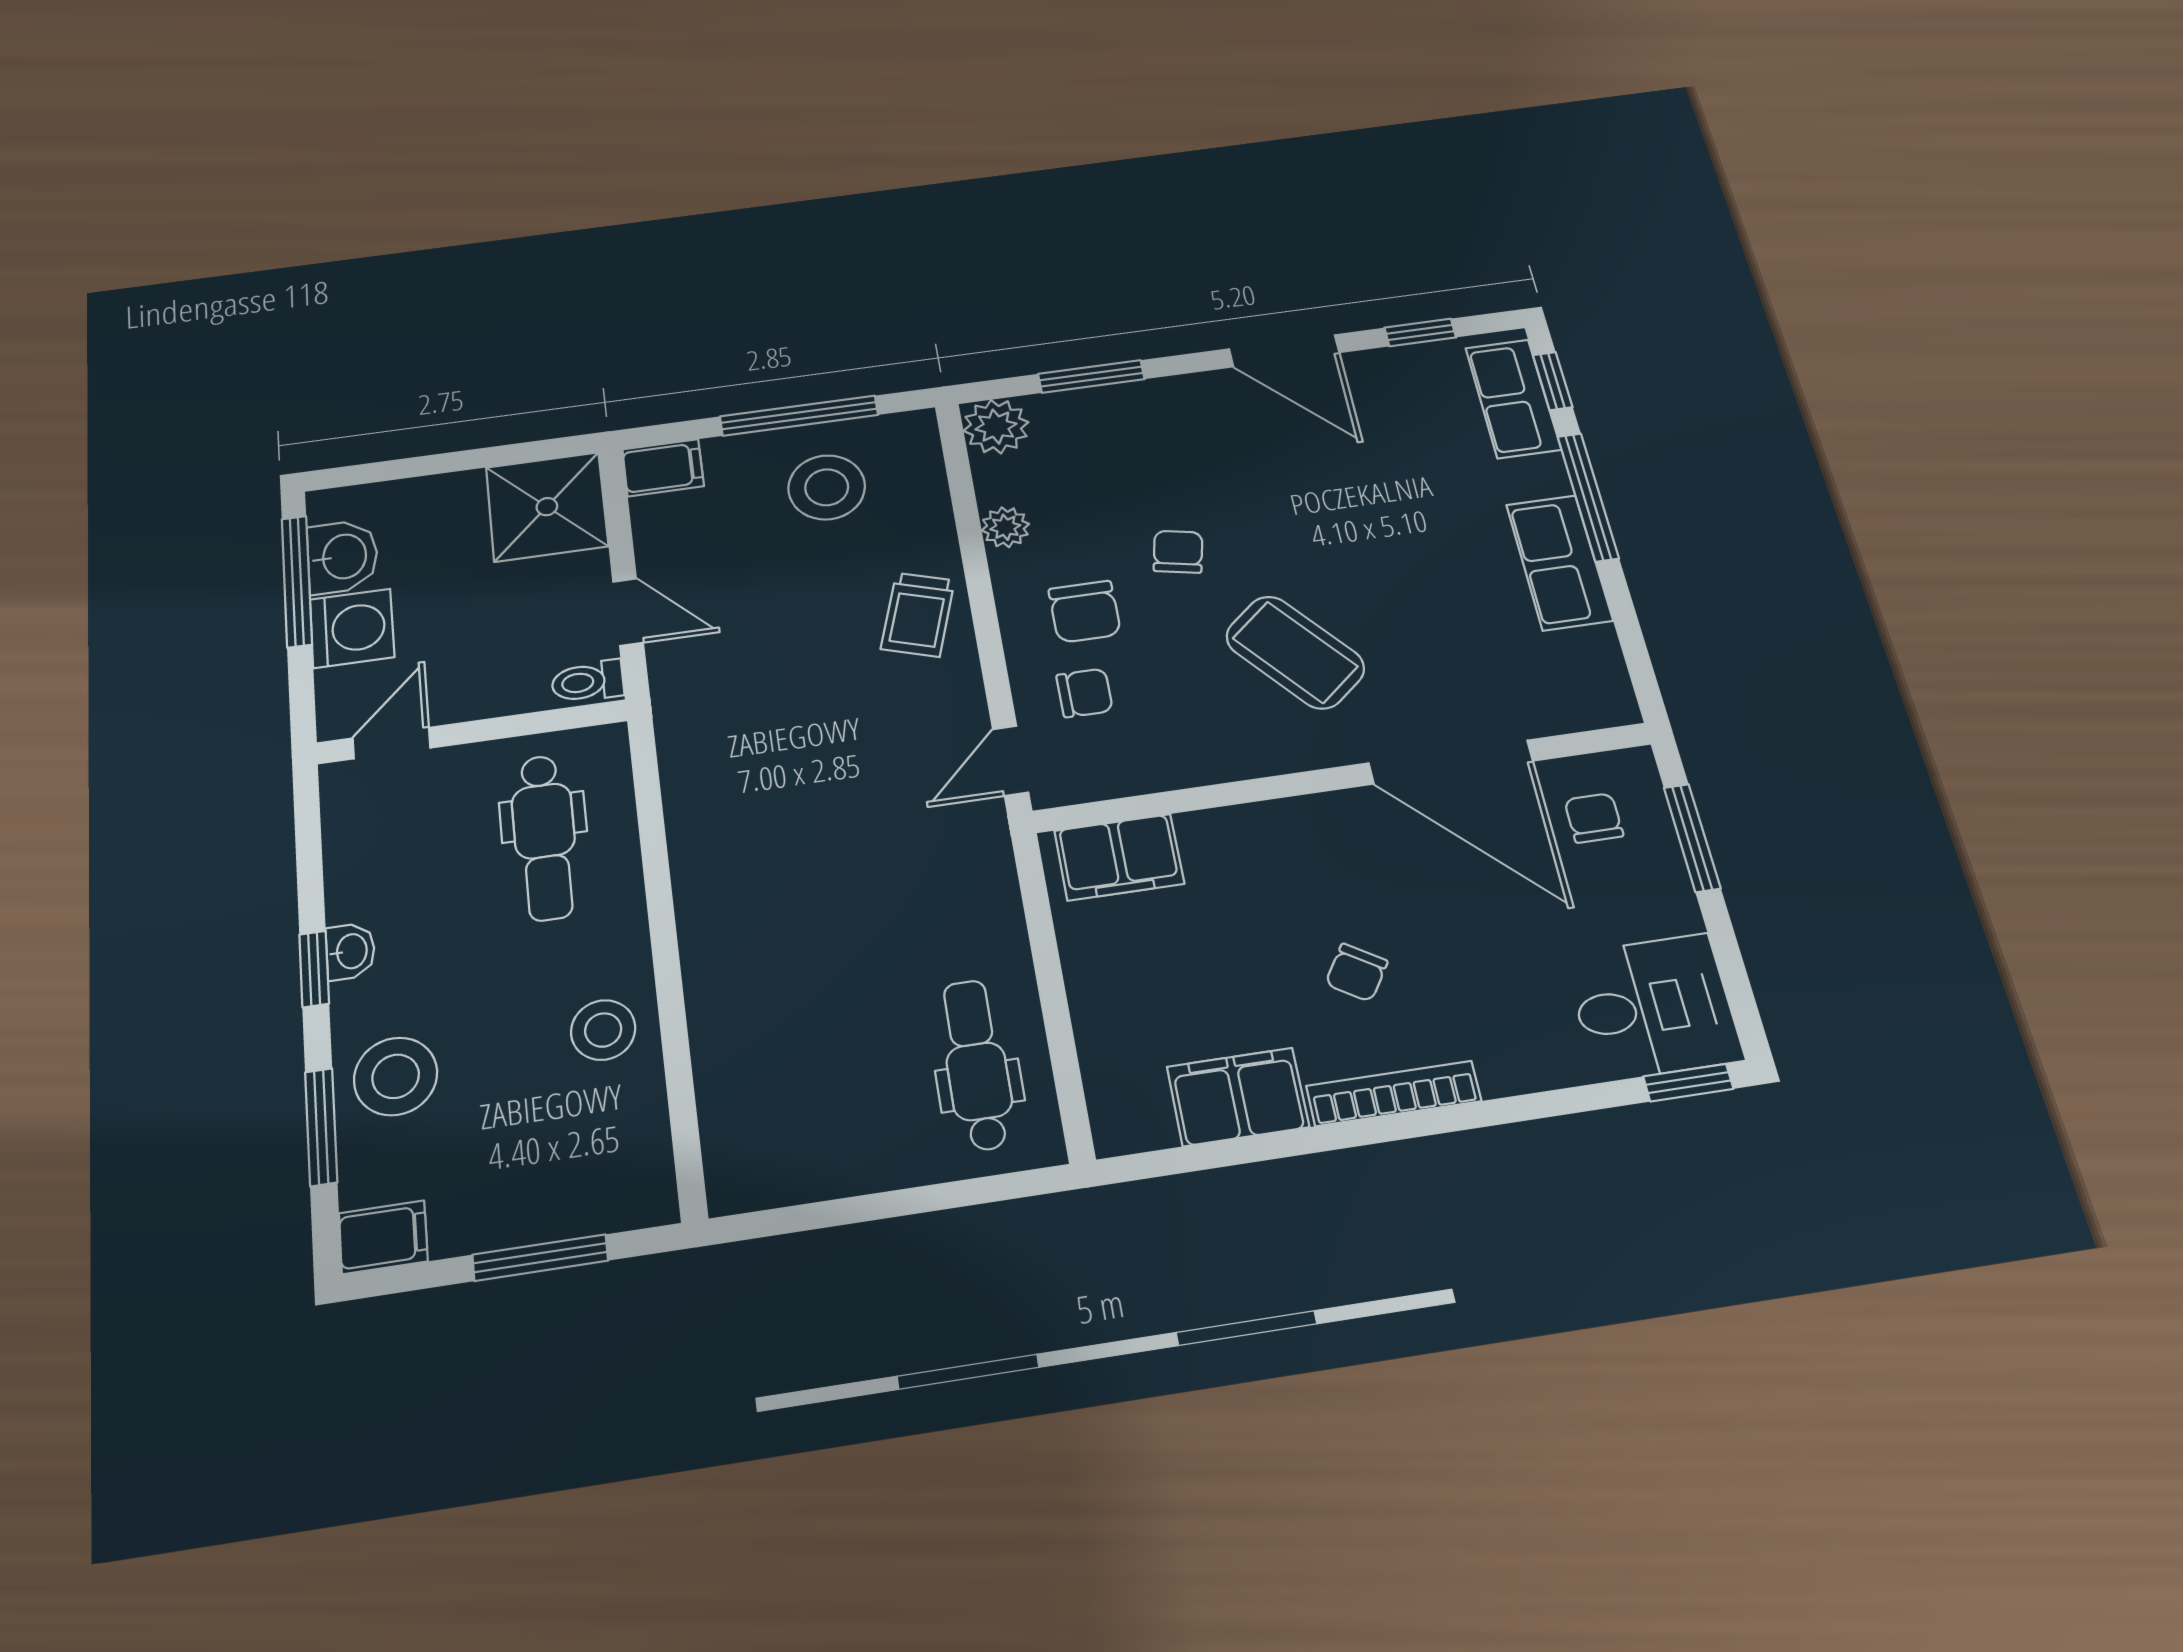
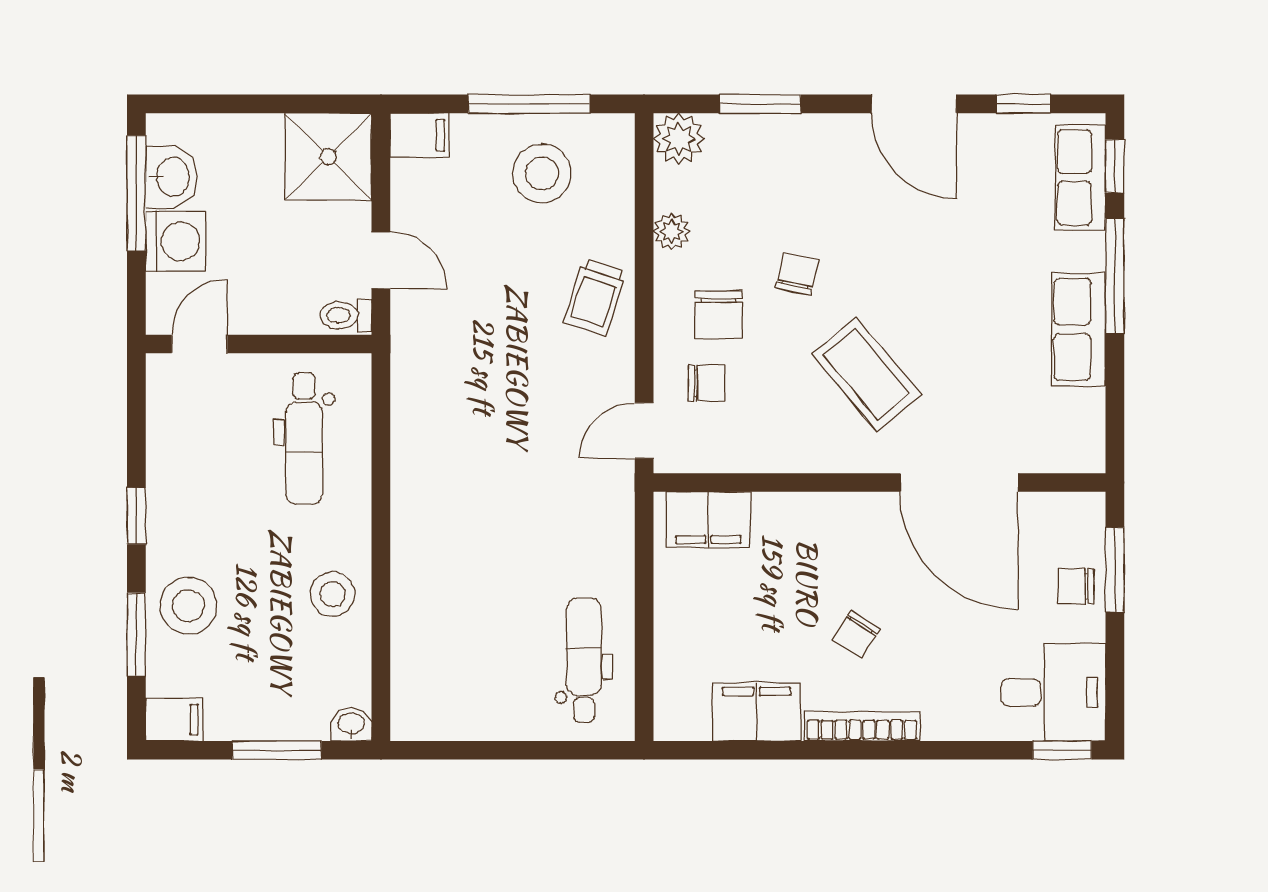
chair: (1594, 818) -> (1076, 586), moved, turned -90
washbasin: (350, 951) -> (351, 724), moved, turned -90

